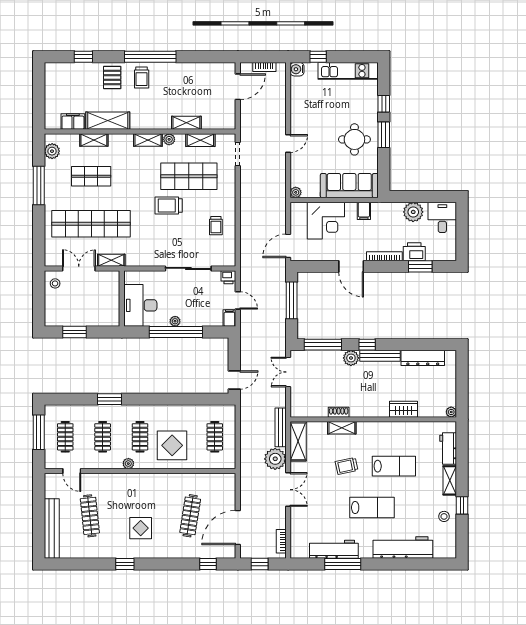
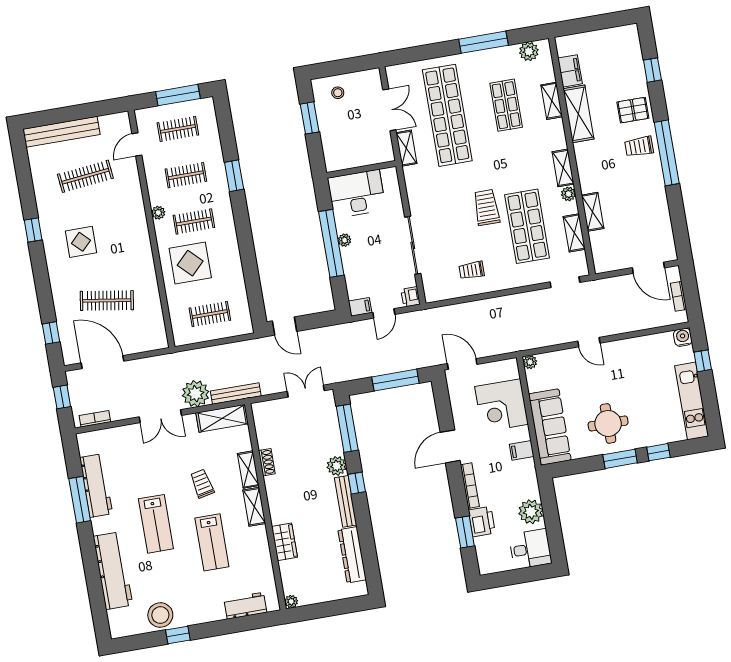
stool: (55, 283) -> (338, 93), moved
shelving: (450, 480) -> (254, 507), moved, turned 90
stool: (444, 516) -> (160, 615), width x1.89, depth x1.89

